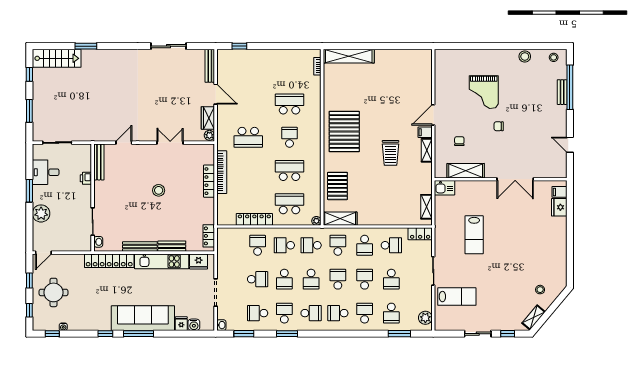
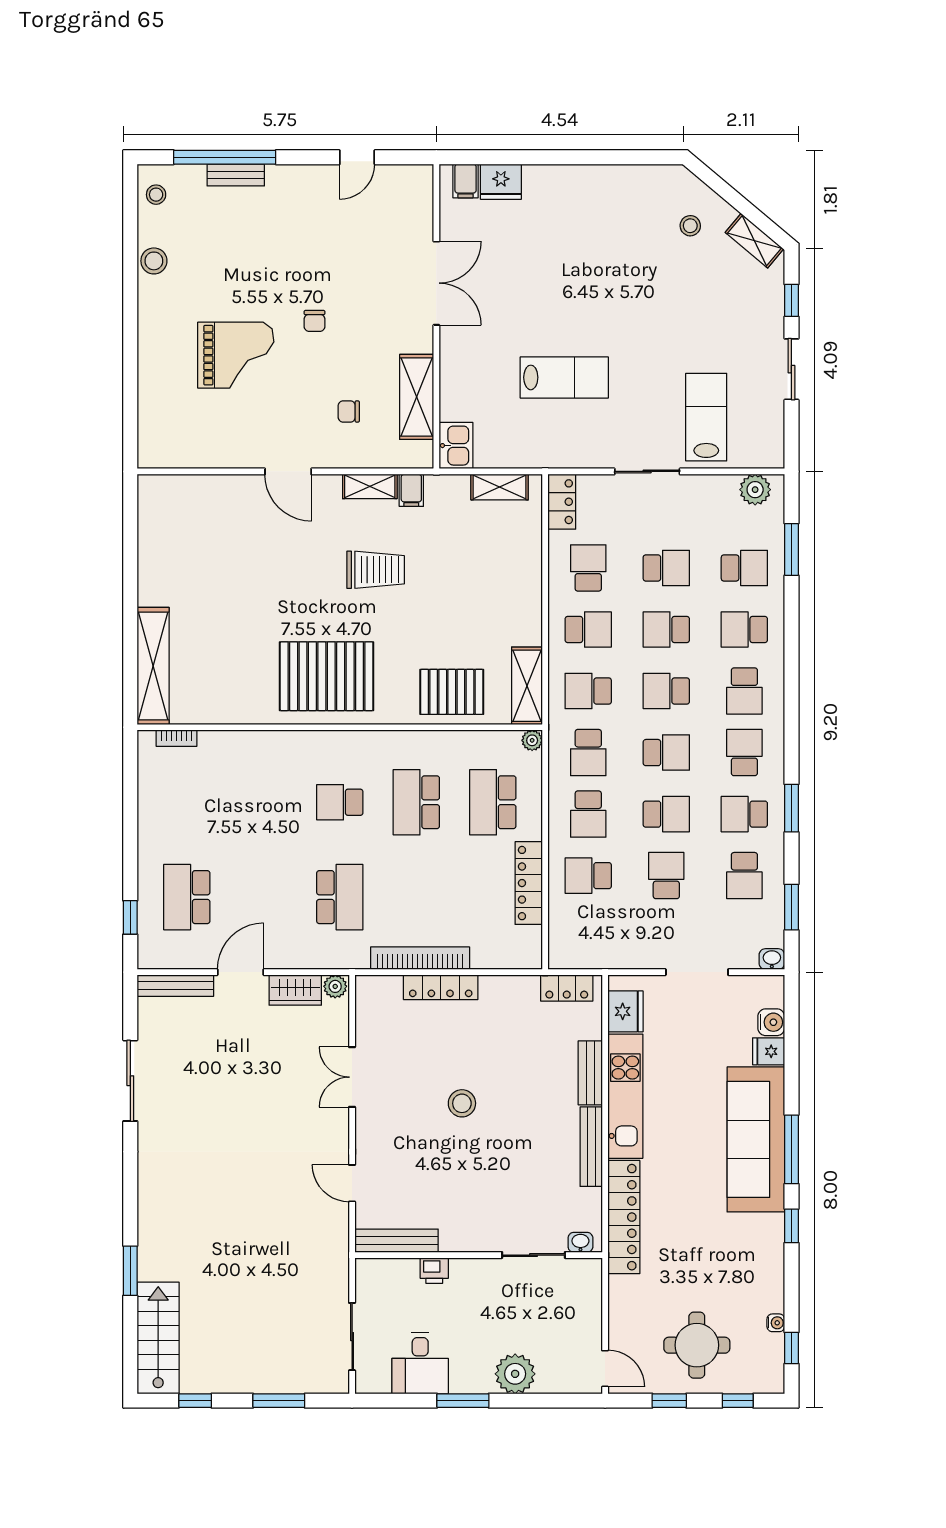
school desk: (289, 104) -> (187, 897), moved
filing cabinet: (425, 132) -> (411, 490), moved

